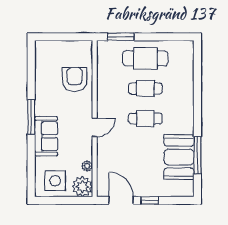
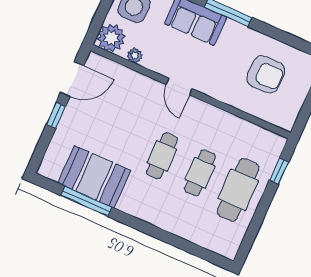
window: (121, 37) -> (279, 171), width x0.67
armchair: (75, 79) -> (266, 74), moved

